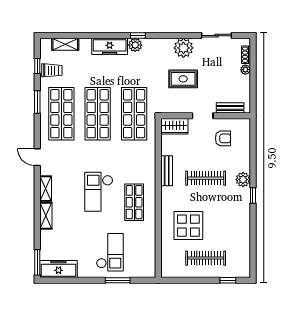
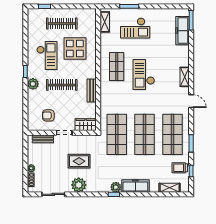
checkout: (99, 192) -> (144, 74), turned 180
shelving: (46, 216) -> (105, 22), moved
checkout: (225, 217) -> (47, 55), added
checkout: (110, 252) -> (135, 28), turned -90
freezer: (58, 269) -> (182, 31), moved, turned 90

